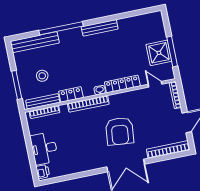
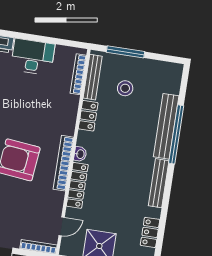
locker: (136, 21) -> (150, 232), added
bench: (35, 42) -> (166, 126), moved
bookcase: (88, 104) -> (64, 163), moved

